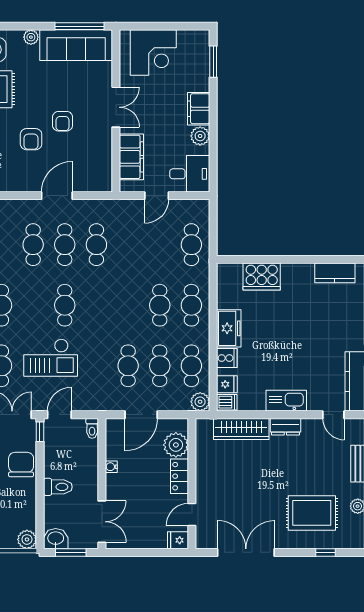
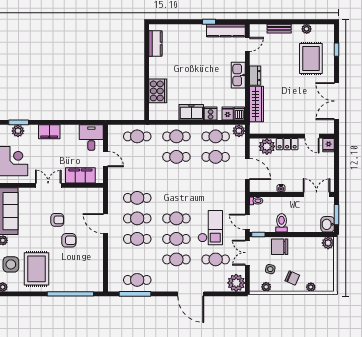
plant: (200, 136) -> (18, 131), moved
cafe table: (128, 366) -> (176, 239), moved
toilet: (58, 487) -> (282, 223), moved

